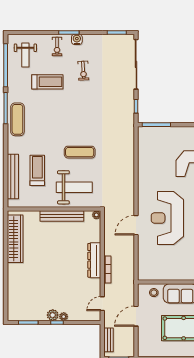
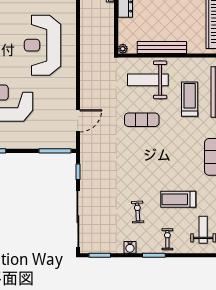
water cooler: (77, 39) -> (130, 247), moved
treadmill: (37, 170) -> (190, 99), turned 180
reception desk: (167, 218) -> (42, 45), turned 180
door: (136, 225) -> (78, 121), moved

